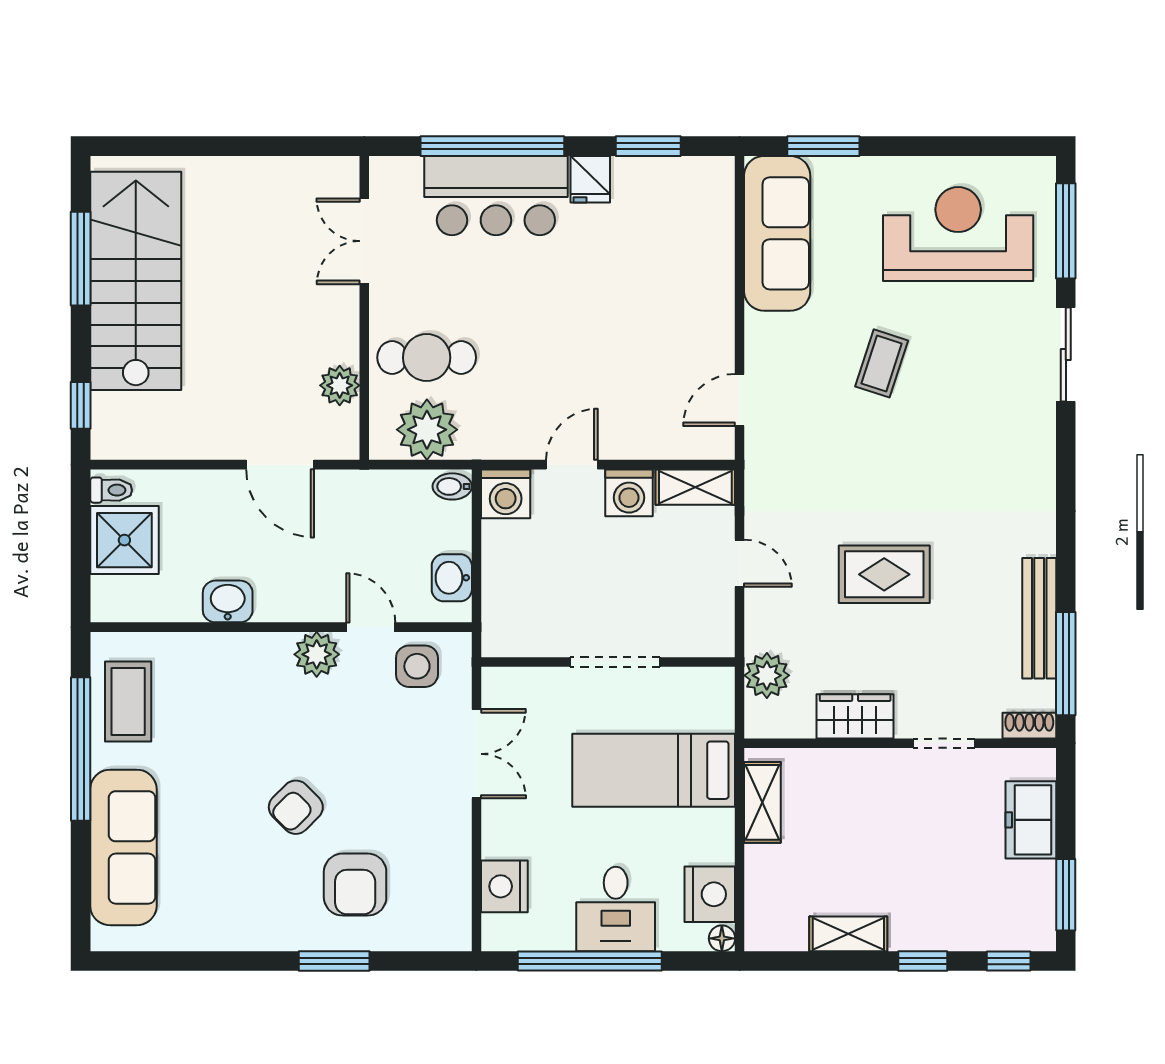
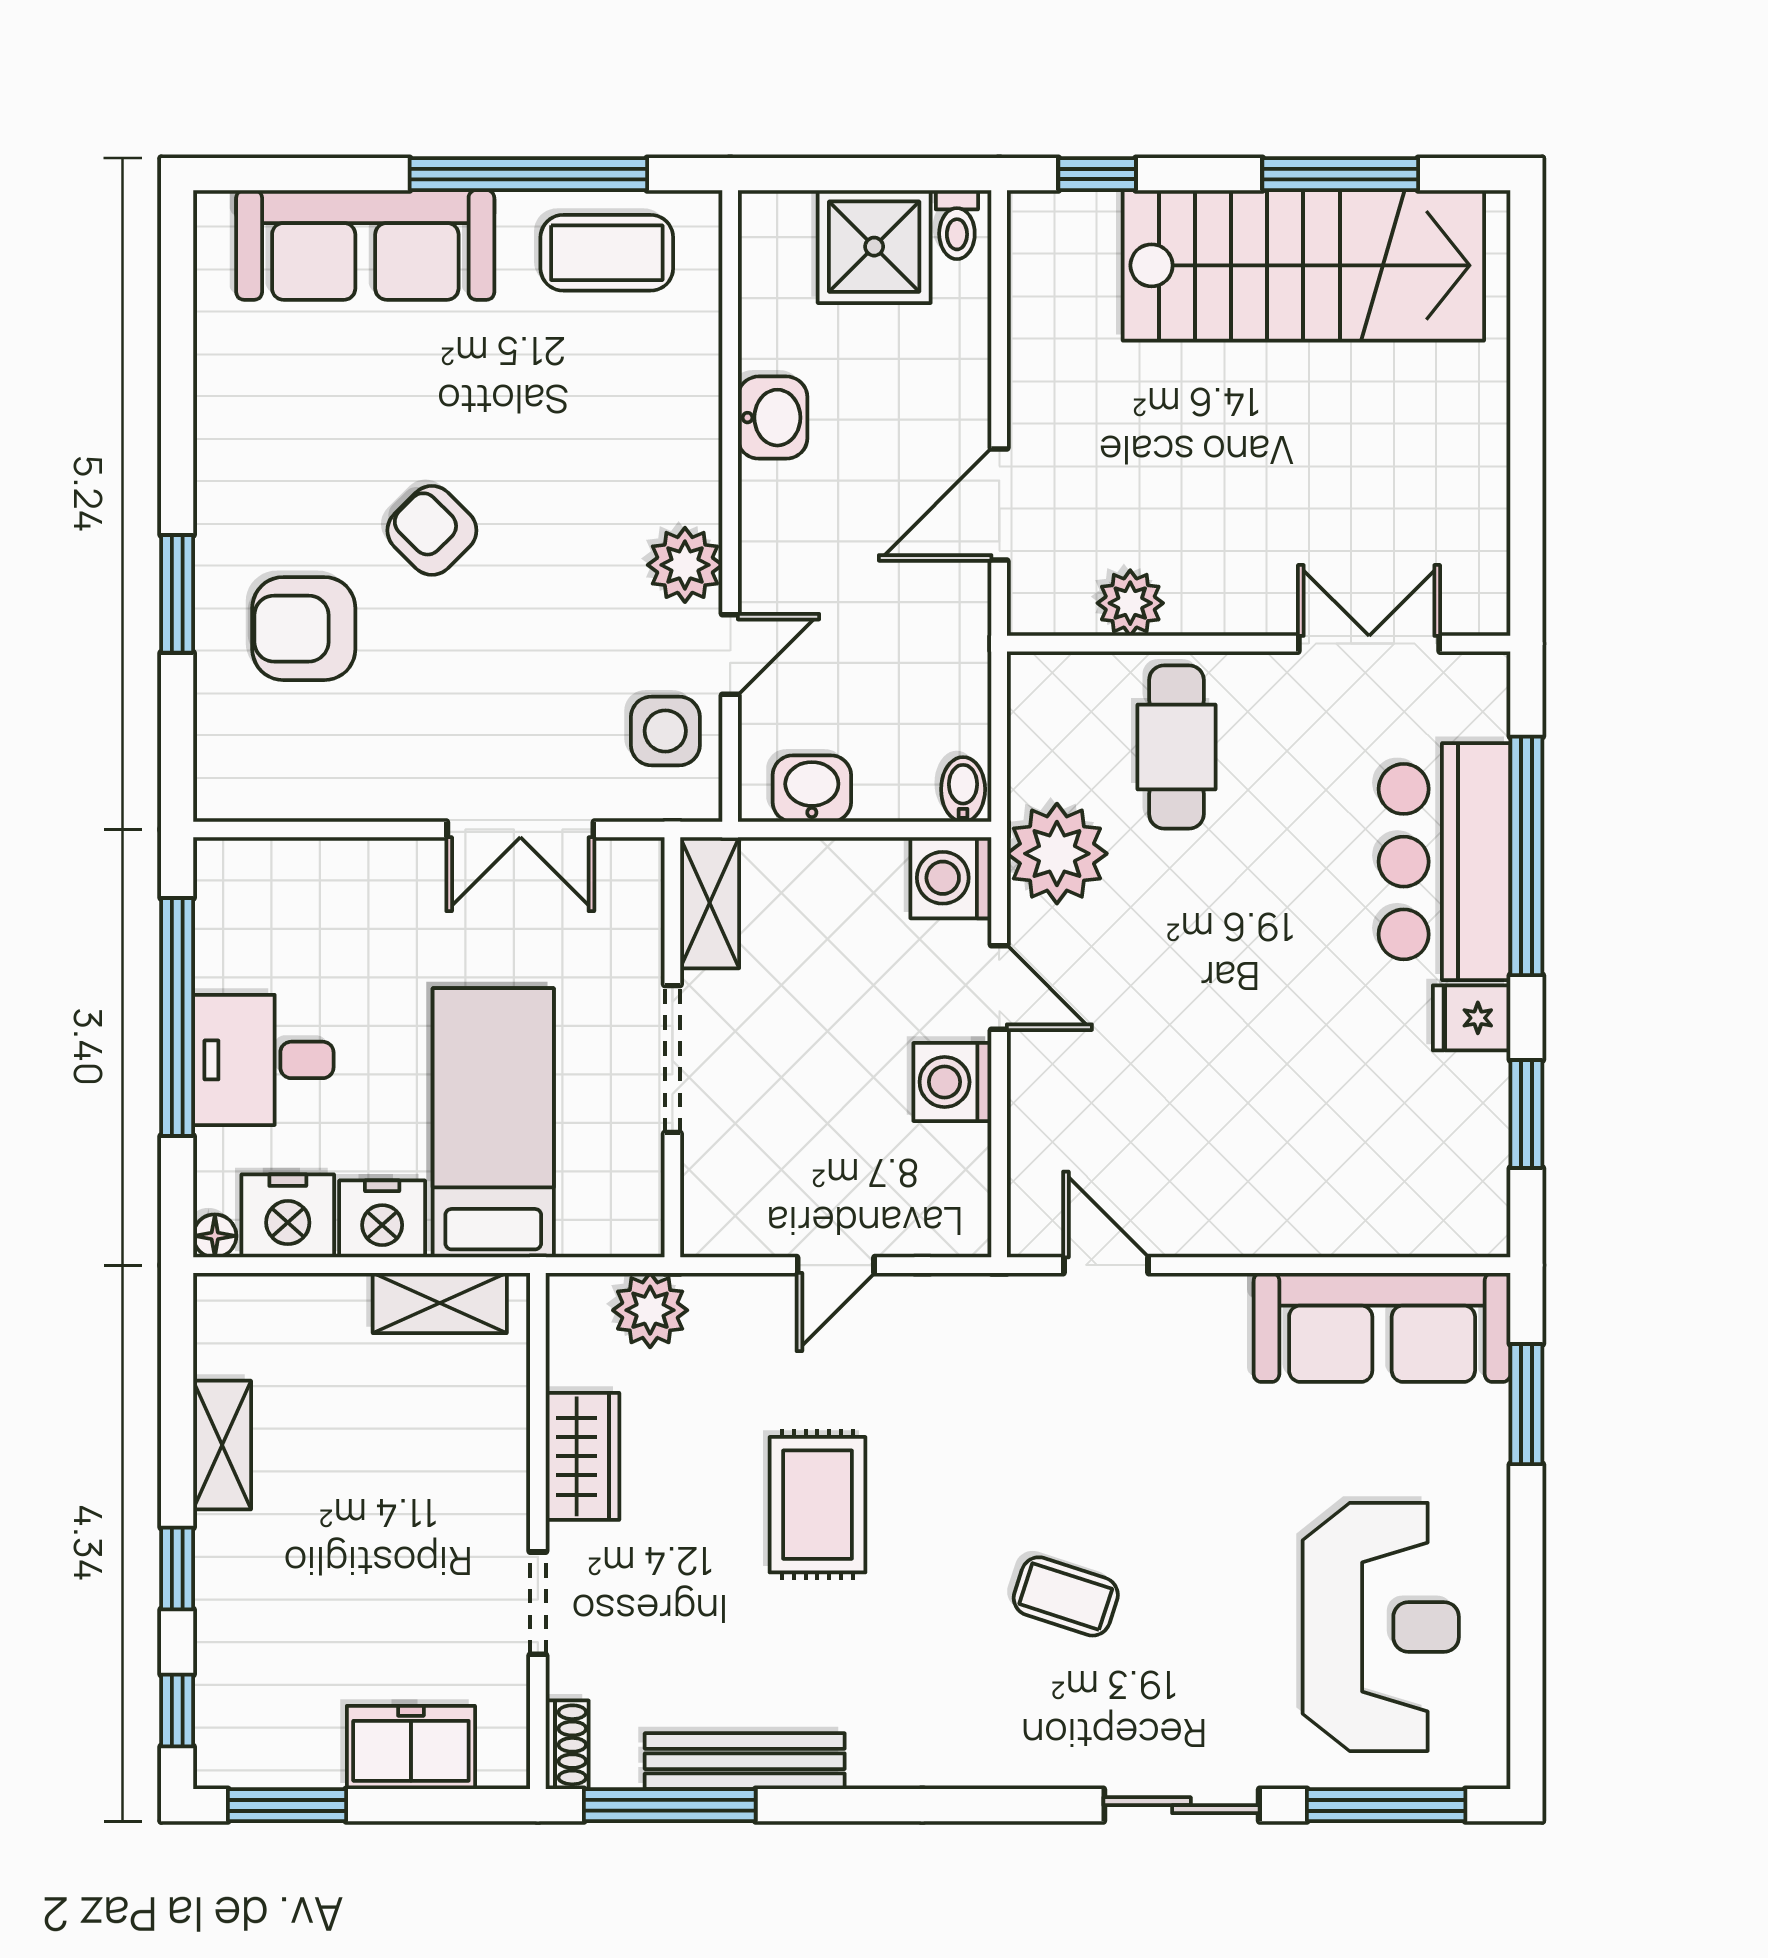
coffee table: (882, 363) -> (1066, 1596), moved
plant: (427, 430) -> (1057, 854), moved
shelving: (695, 487) -> (710, 903), moved
nightstand: (504, 886) -> (382, 1219), moved, turned 180

